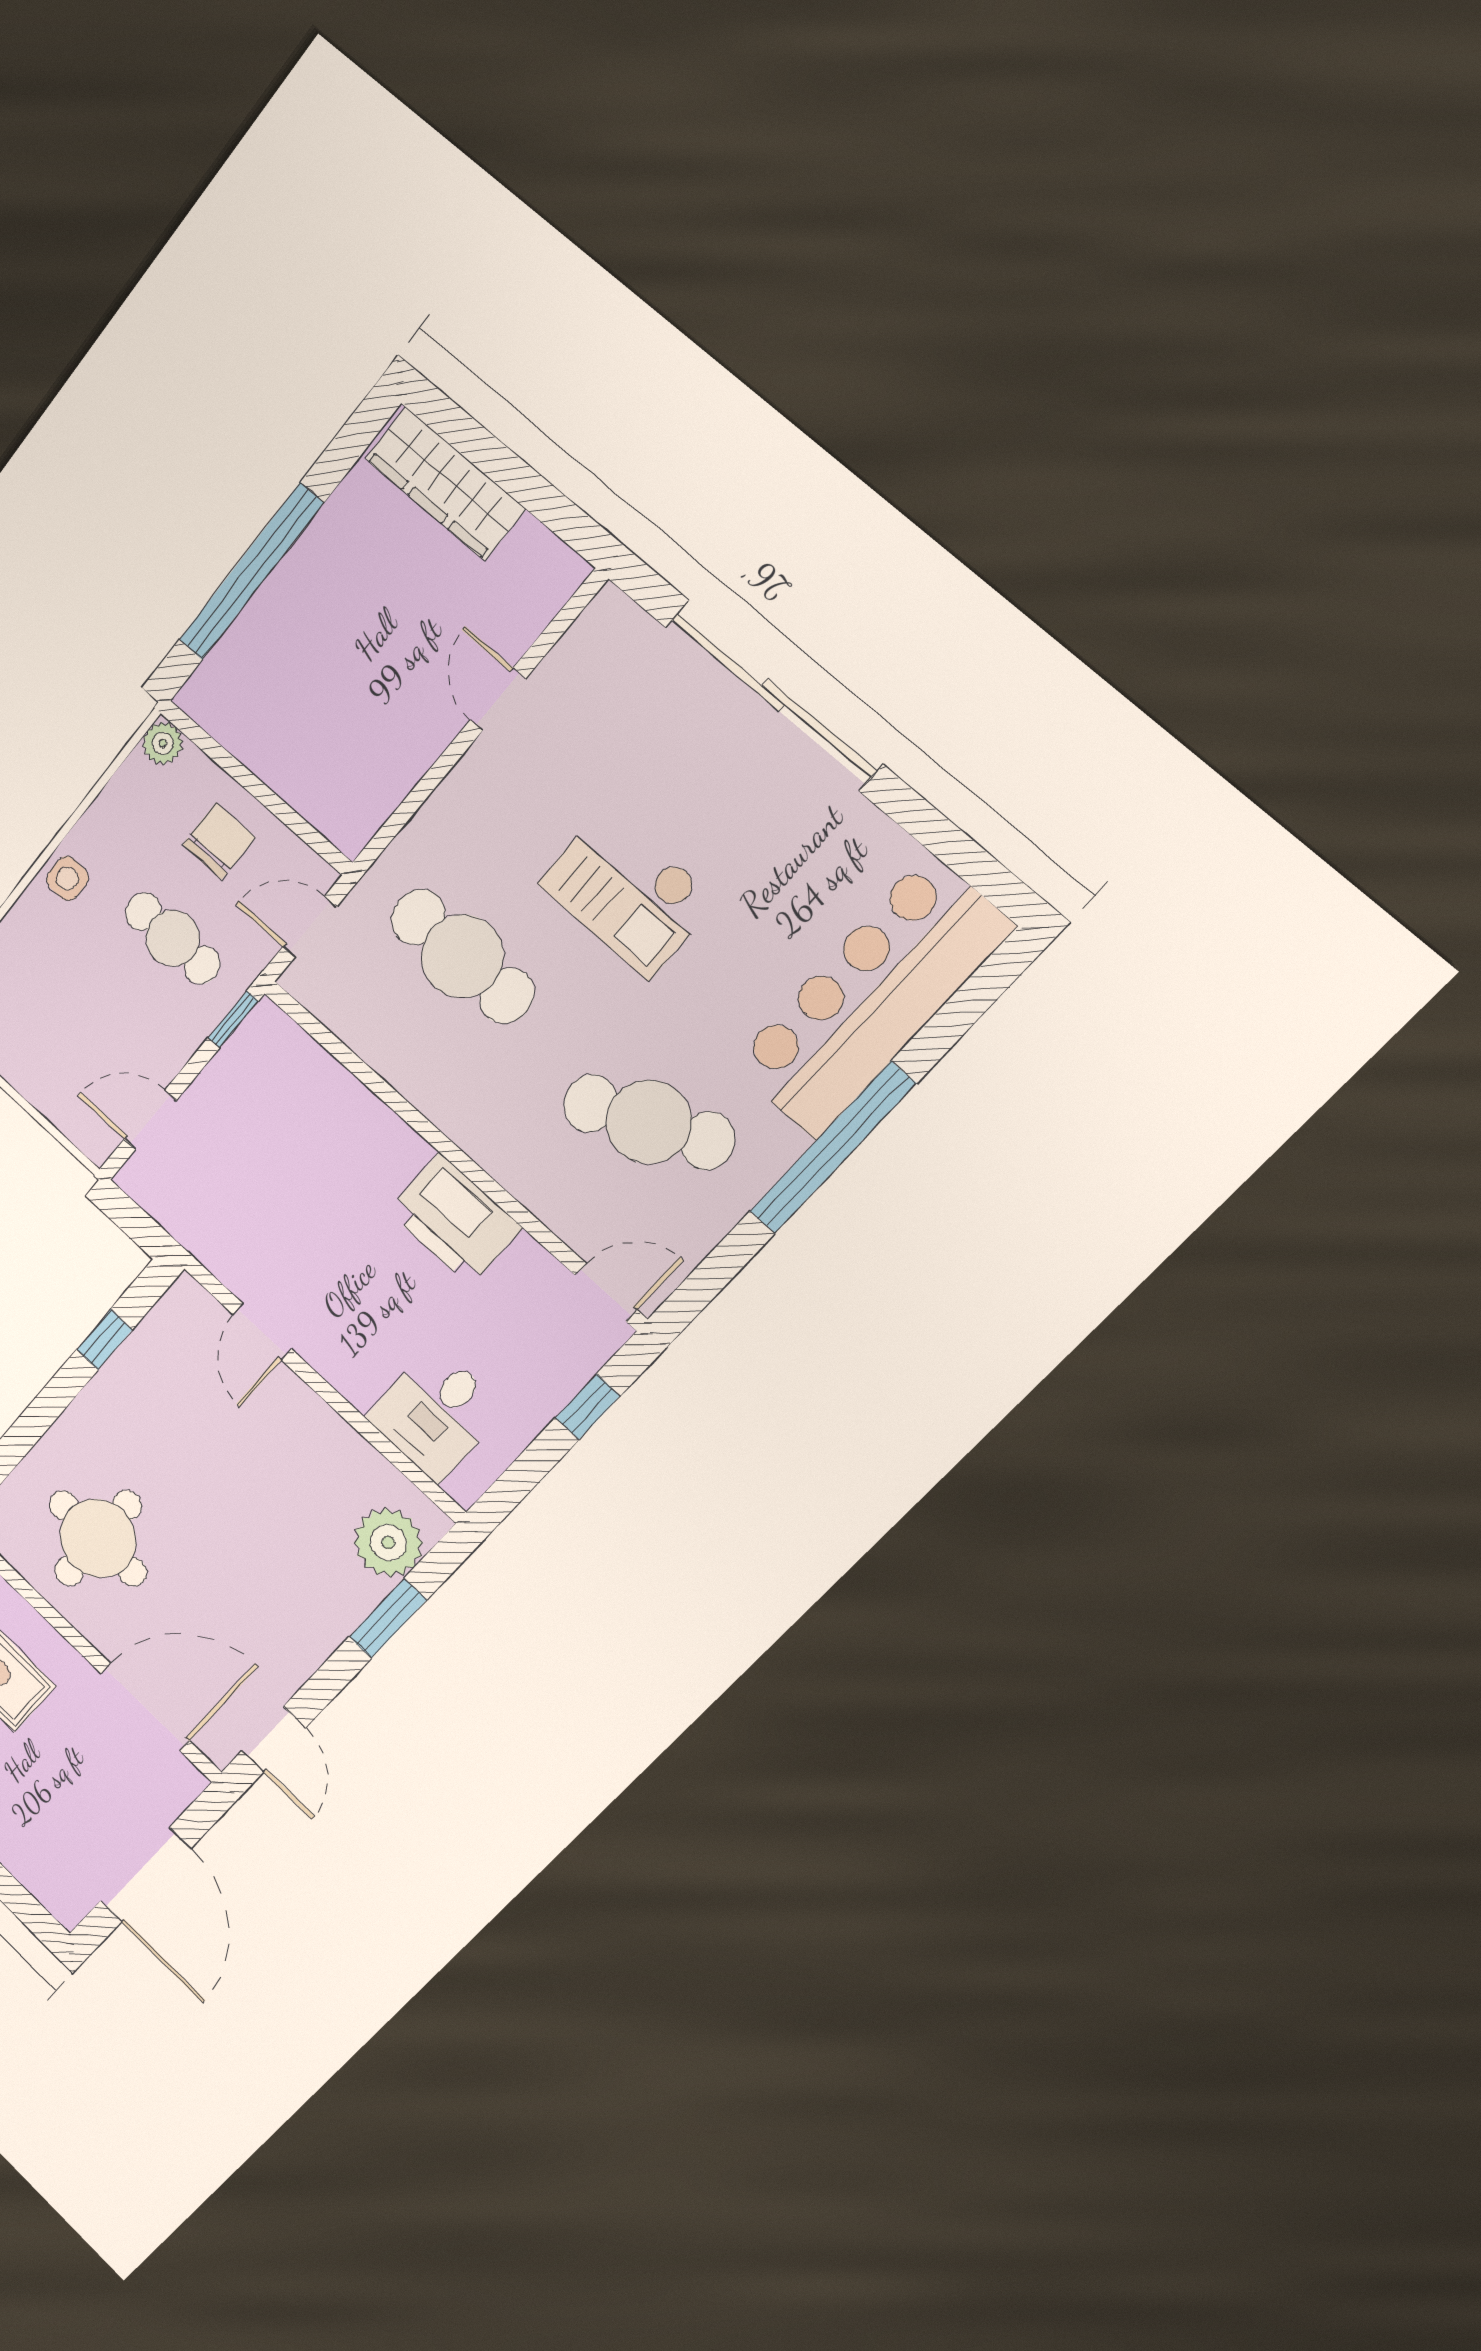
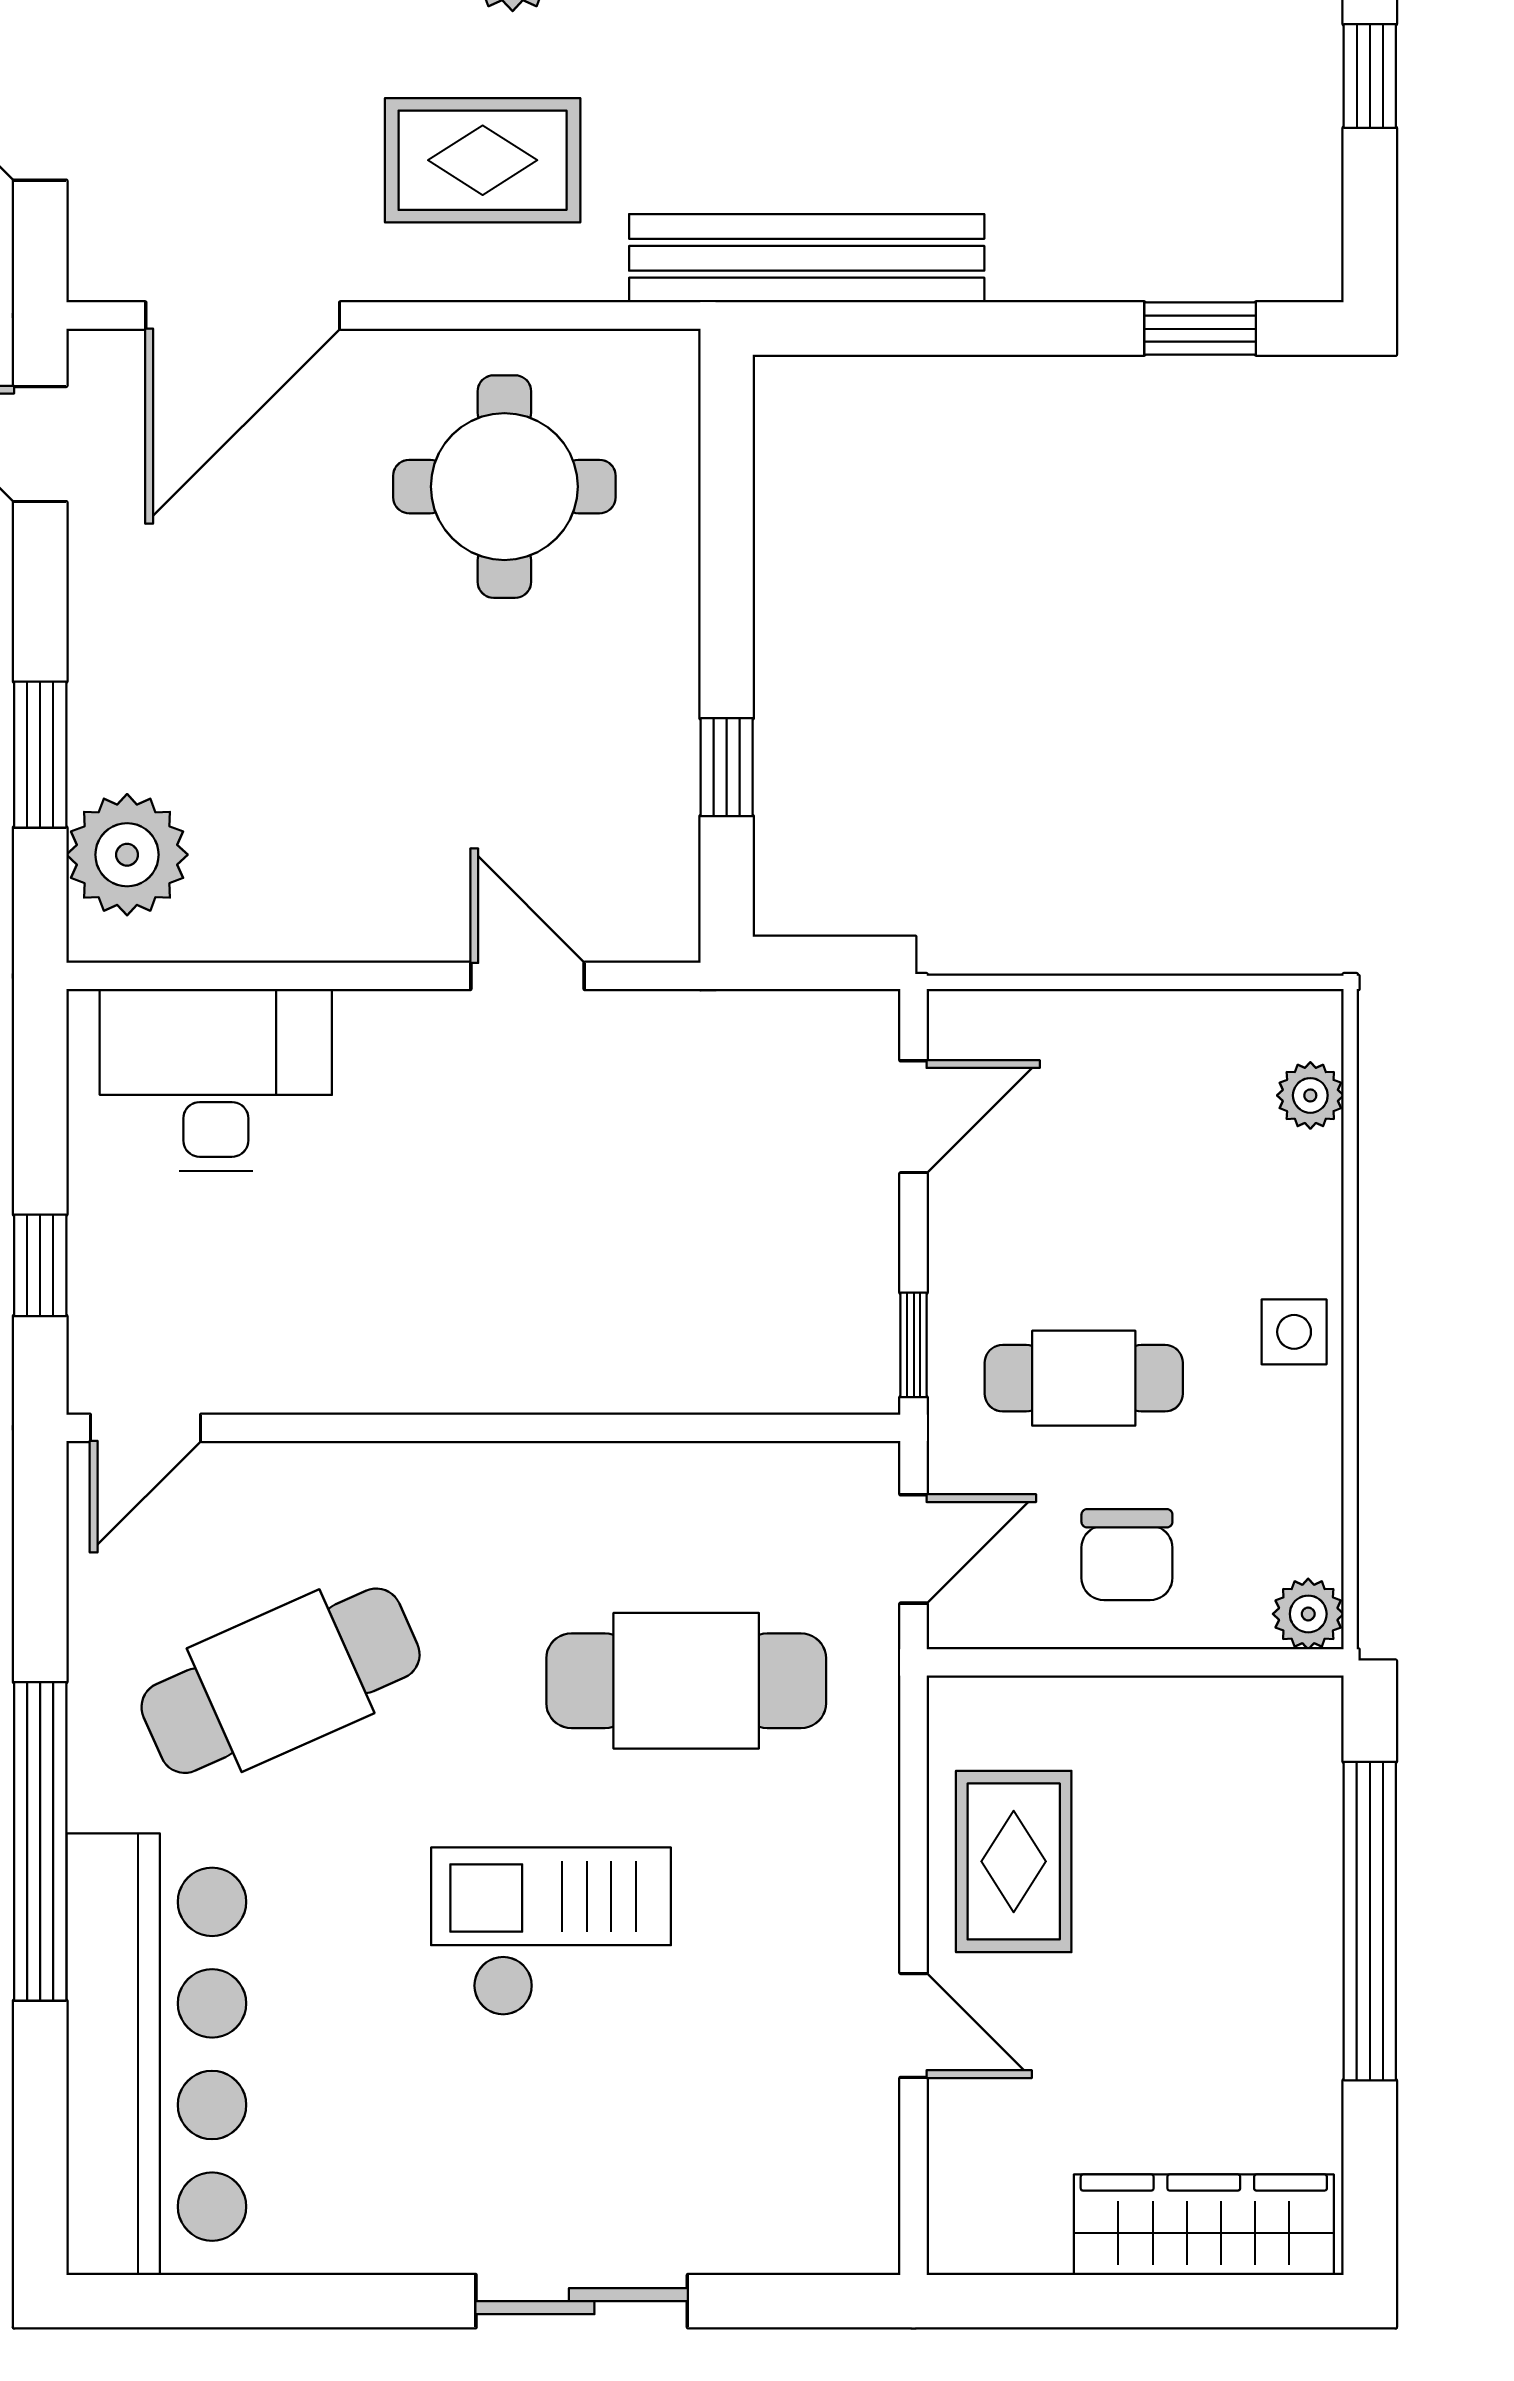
sliding door: (773, 695) -> (582, 2301), width x0.54
rug: (386, 740) -> (1014, 1861), added
printer: (455, 1219) -> (409, 1348), removed
desk: (436, 1413) -> (216, 1080), width x1.37

